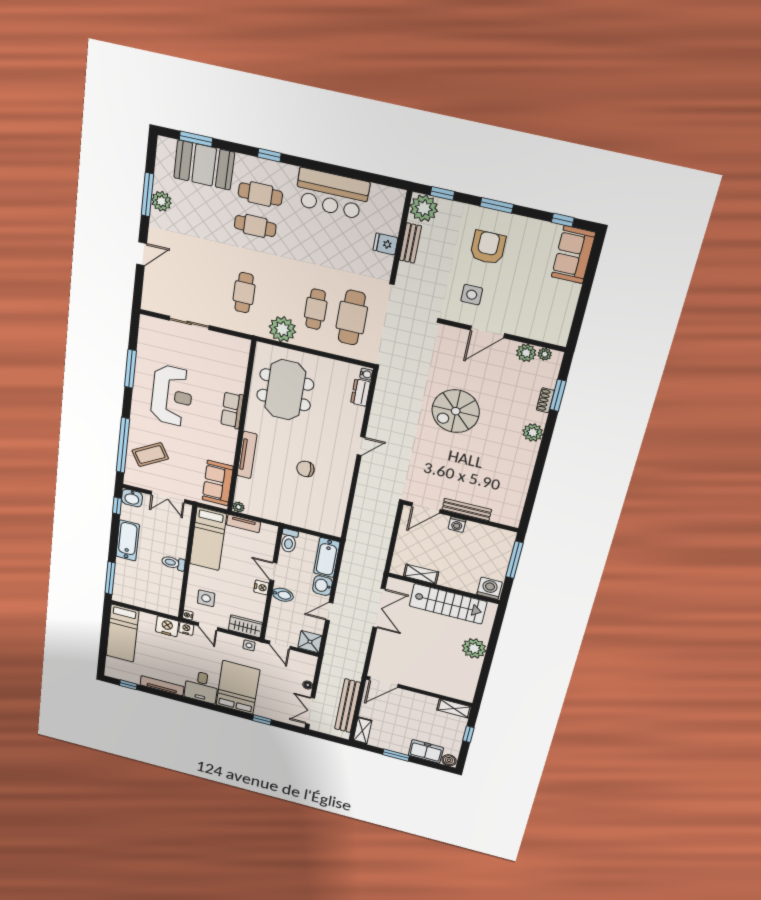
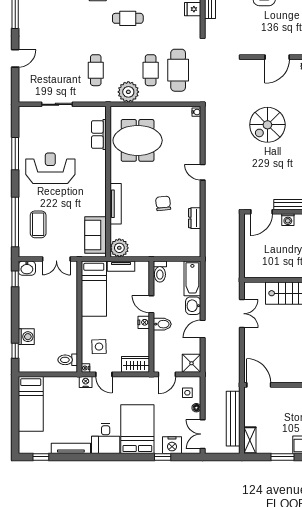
plant: (161, 201) -> (26, 15), removed
cafe table: (255, 226) -> (128, 18), moved
side table: (472, 295) -> (260, 32), removed
meeting table: (285, 390) -> (138, 140), turned 90
dresser: (361, 393) -> (195, 218), moved
reception desk: (172, 396) -> (50, 168), turned -90
row of seats: (232, 410) -> (99, 135), moved
door: (361, 446) -> (203, 172), swing flipped
coffee table: (150, 455) -> (38, 224), turned -60
chair: (305, 469) -> (163, 203), turned 84
plant: (239, 507) -> (119, 248), width x1.87, depth x1.87
bathtub: (128, 540) -> (27, 309), removed
toilet: (173, 563) -> (68, 360), moved
washing machine: (124, 567) -> (26, 337), added
shelving: (421, 574) -> (269, 272), removed
window: (110, 578) -> (15, 351), width x0.46
double door: (379, 608) -> (242, 314), width x0.73
nightstand: (167, 626) -> (172, 445), moved, turned 180
side table: (249, 645) -> (187, 393), moved
door: (280, 645) -> (167, 374), hinge flipped
door: (384, 682) -> (259, 385), swing flipped

